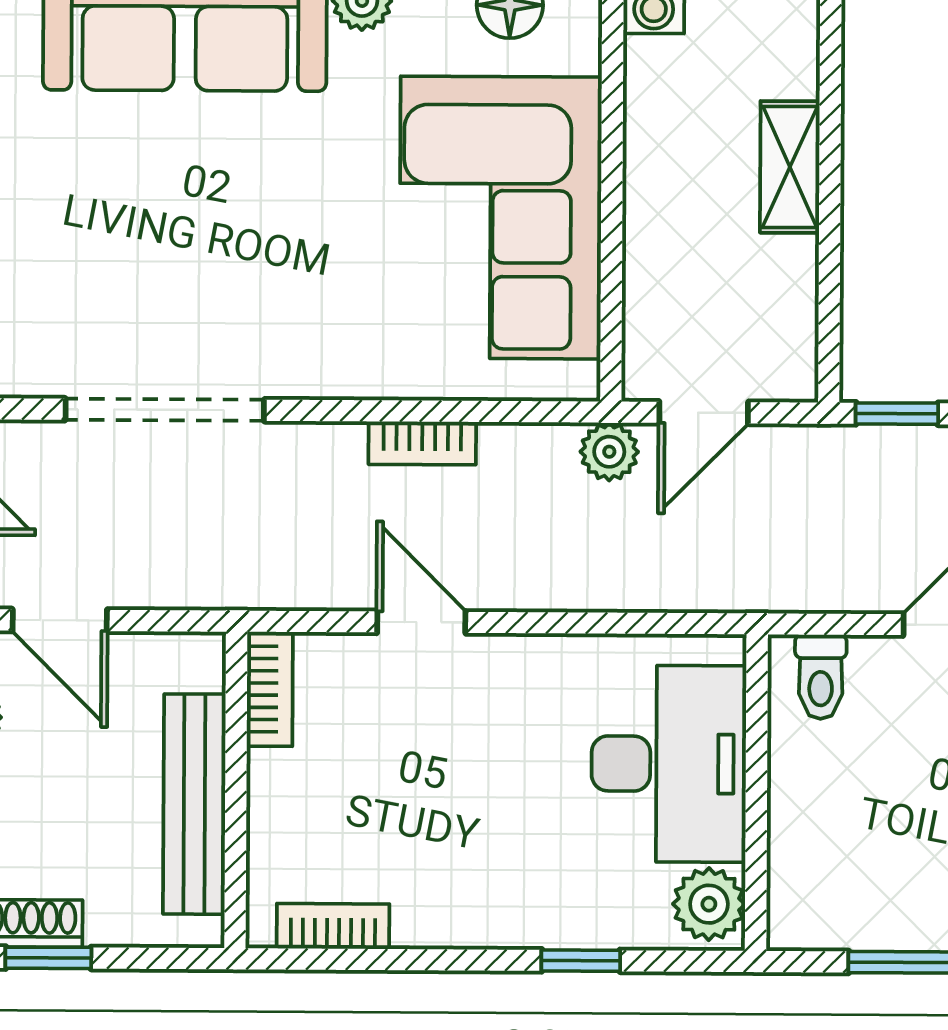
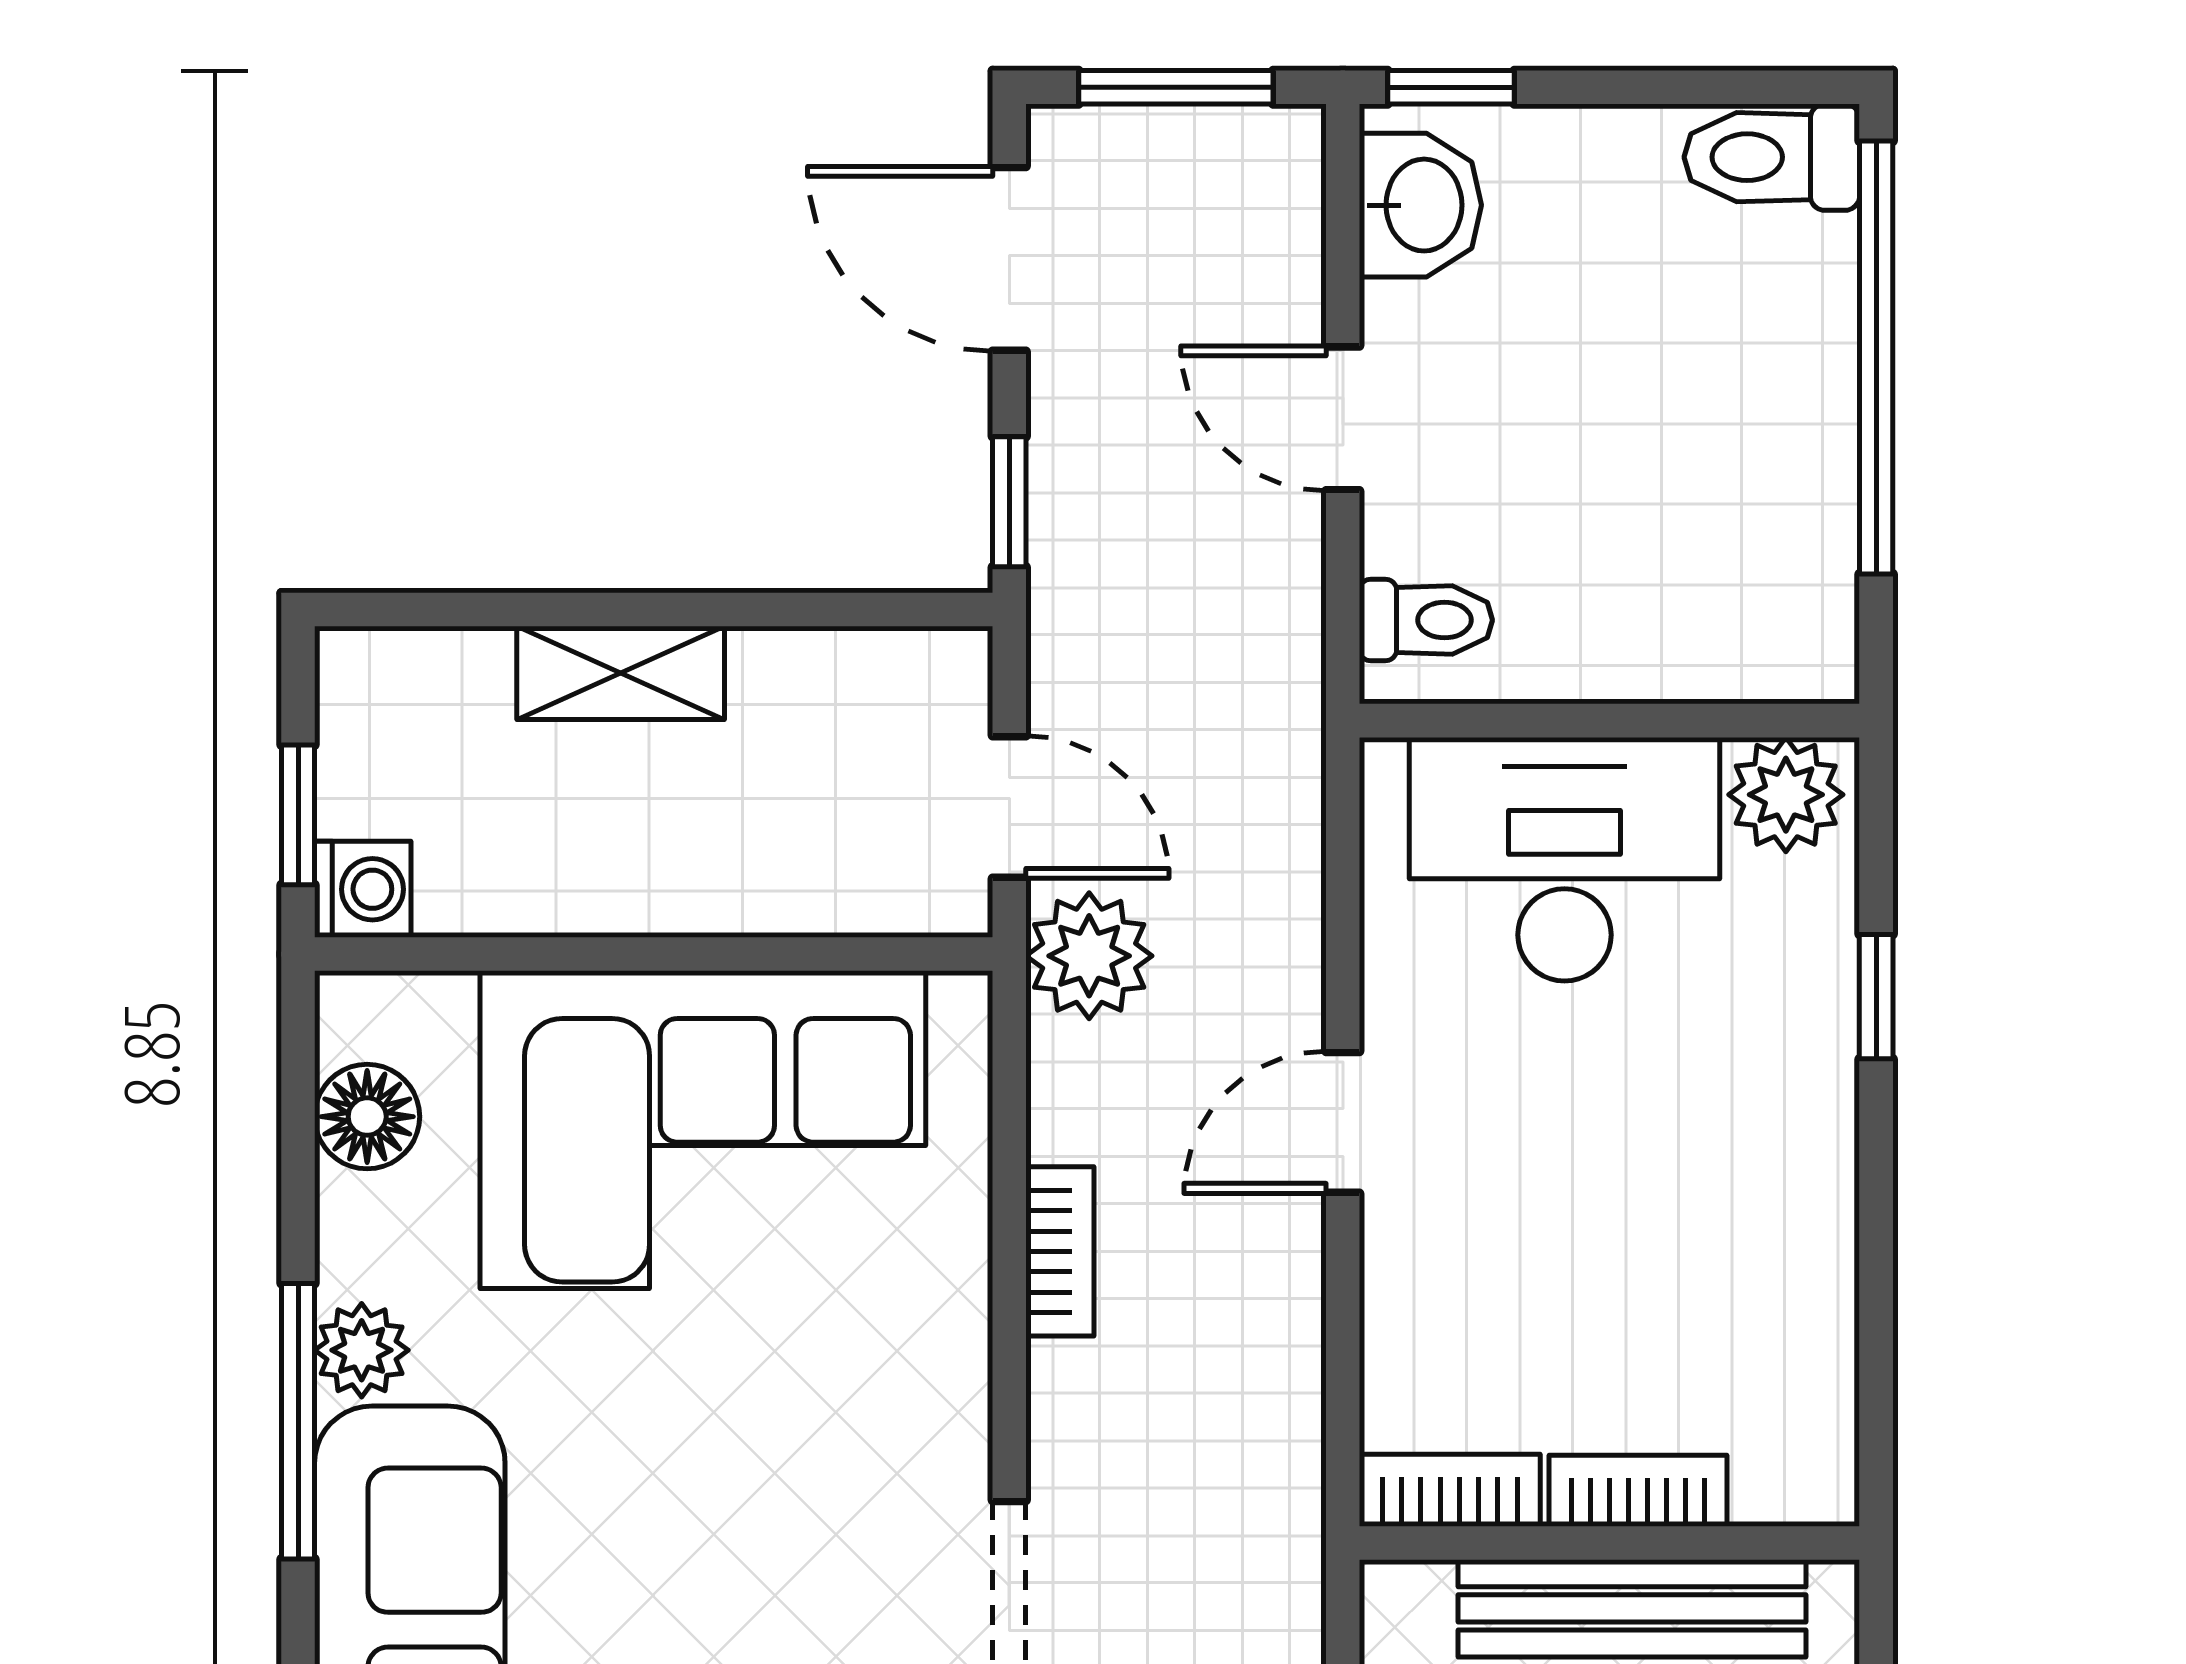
plant: (609, 452) -> (1089, 956), width x1.38, depth x1.38
door: (421, 622) -> (1343, 1122), moved
bookcase: (333, 926) -> (1638, 1491), moved, turned 90

